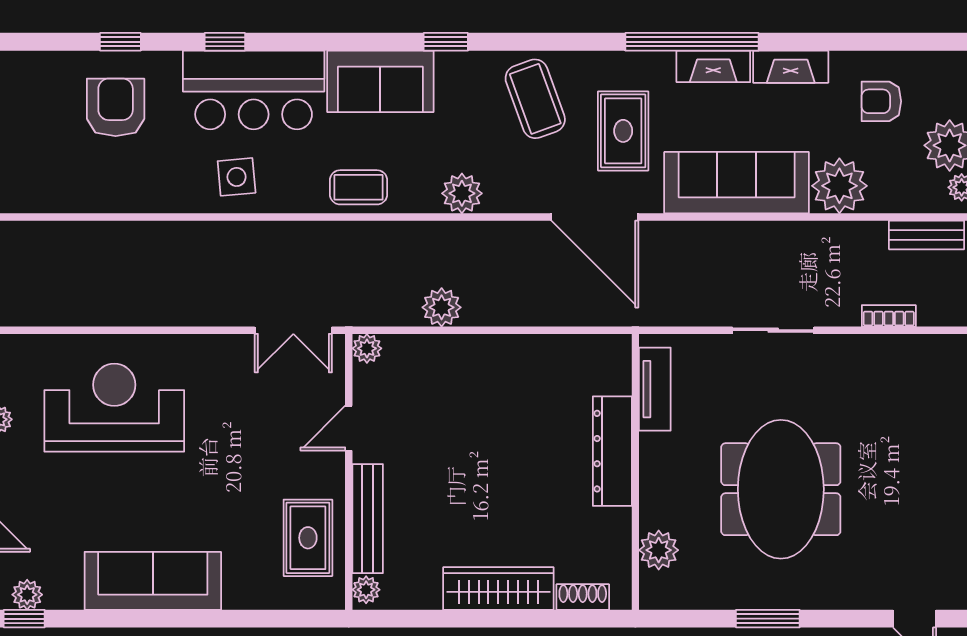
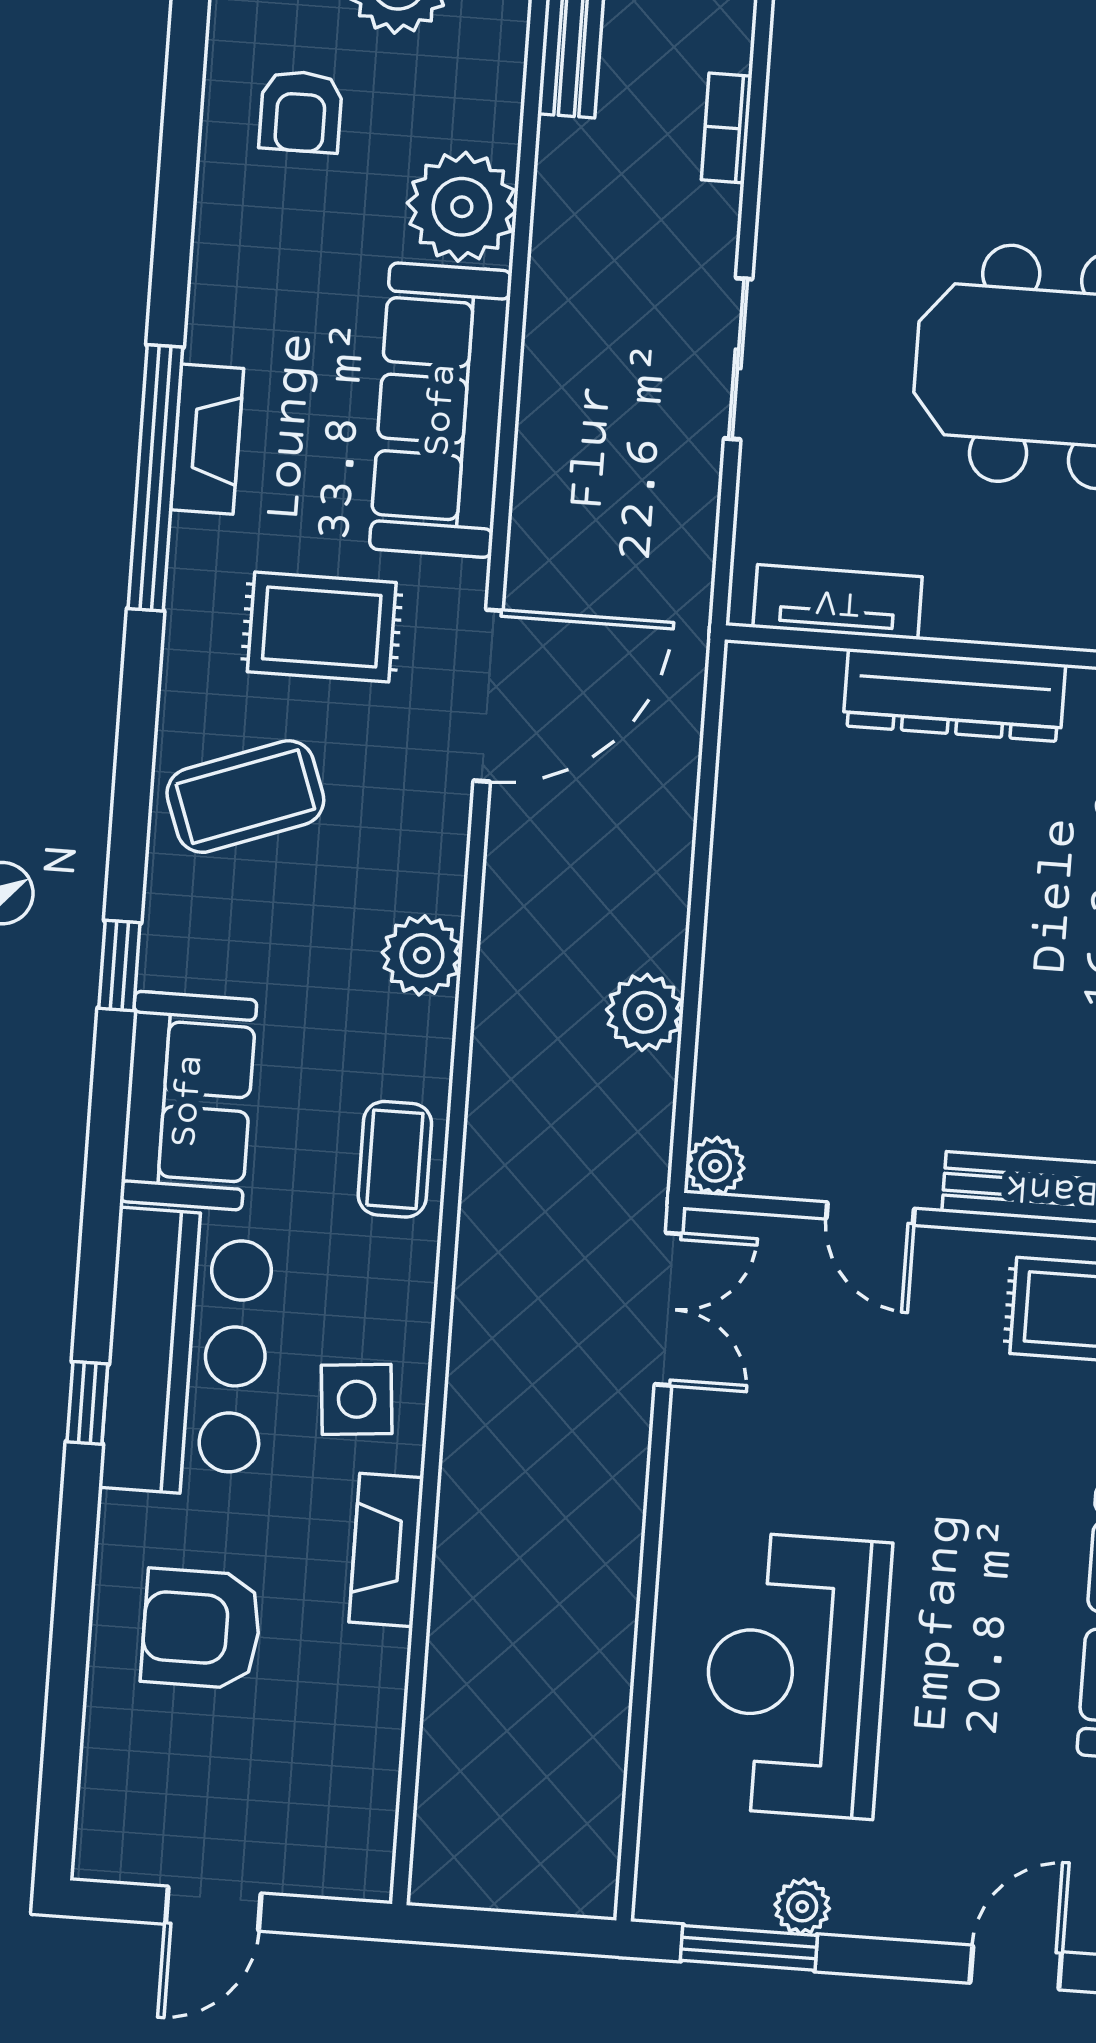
window: (120, 42) -> (72, 1610), removed
fireplace: (791, 67) -> (386, 1550), moved, turned 180

